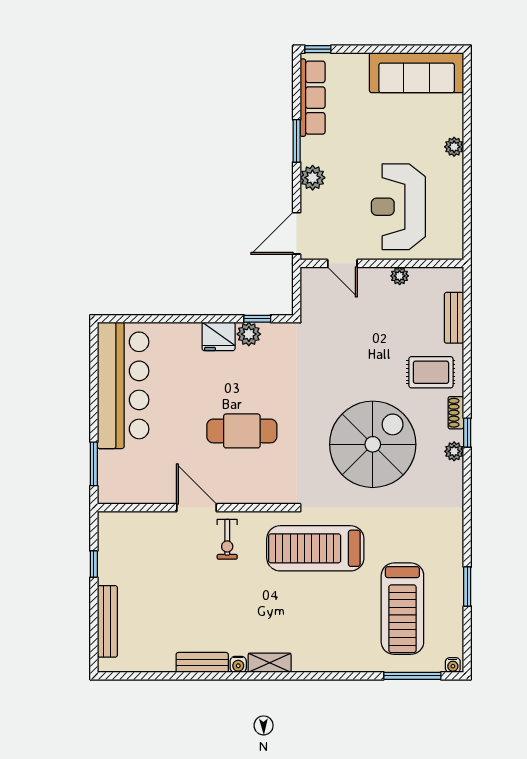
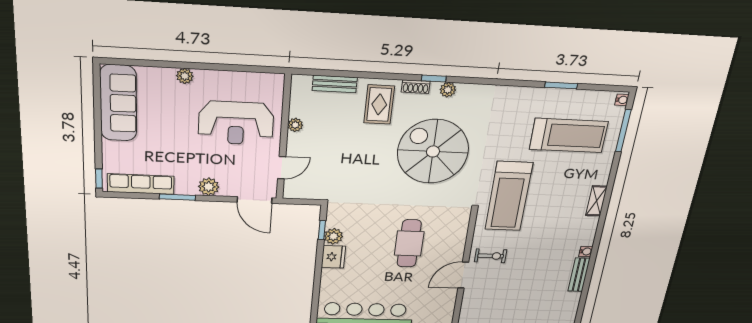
shelving: (270, 663) -> (596, 201), moved

